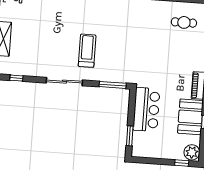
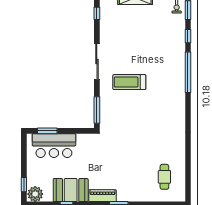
treadmill: (87, 51) -> (129, 82), turned 180
bar counter: (146, 109) -> (54, 146), moved

